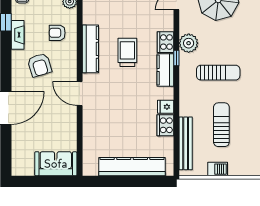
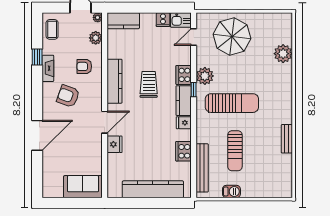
armchair: (40, 65) -> (68, 96), turned 127
sun lounger: (218, 73) -> (232, 103), width x1.36, depth x1.34
door: (80, 93) -> (105, 122), swing flipped
fridge: (166, 107) -> (184, 123), moved
fridge: (90, 118) -> (115, 144), added
sun lounger: (221, 125) -> (235, 151), turned 180

